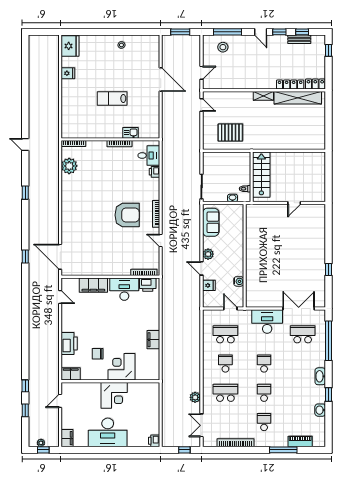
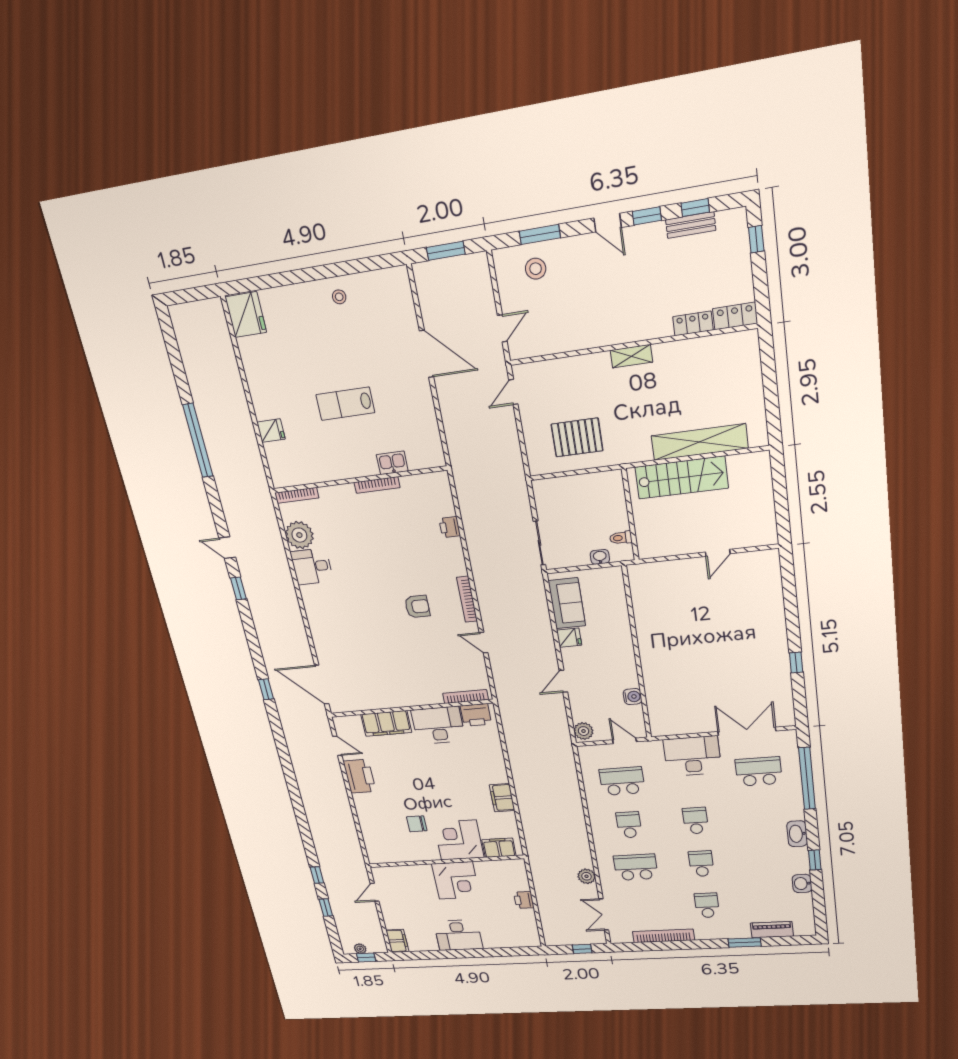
window: (228, 32) -> (540, 234), width x0.69
fridge: (68, 73) -> (271, 431), moved
locker: (290, 85) -> (693, 323), width x0.66
shelving: (298, 98) -> (699, 442), moved
door: (202, 105) -> (513, 392), swing flipped
window: (25, 107) -> (198, 440), added
door: (25, 145) -> (227, 548), moved
desk: (149, 155) -> (312, 567), moved, turned 180
stairs: (261, 175) -> (682, 478), moved, turned 90
armchair: (127, 215) -> (417, 607), width x0.53, depth x0.53
plant: (208, 254) -> (584, 731), moved
door: (202, 268) -> (563, 681), hinge flipped
fridge: (209, 285) -> (569, 638), moved
printer: (69, 343) -> (359, 776), moved
filing cabinet: (71, 374) -> (499, 848), moved
desk: (108, 432) -> (458, 935), width x0.73, depth x0.77
printer: (154, 441) -> (524, 900), moved
window: (283, 450) -> (745, 942), width x0.69

